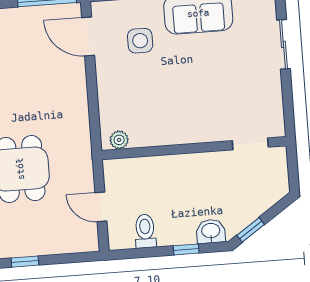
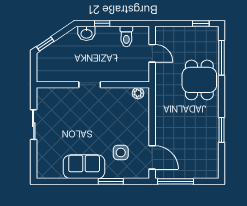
sliding door: (283, 44) -> (34, 125), moved
doorway: (250, 144) -> (90, 85), moved
window: (251, 230) -> (45, 44), moved

